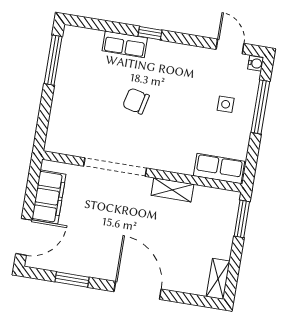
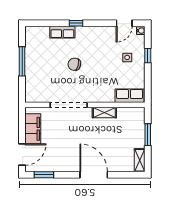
door: (230, 46) -> (124, 23), swing flipped
window: (53, 60) -> (22, 61), moved
window: (260, 107) -> (148, 56), width x0.46
window: (242, 219) -> (148, 135), moved
window: (72, 279) -> (44, 175), moved

